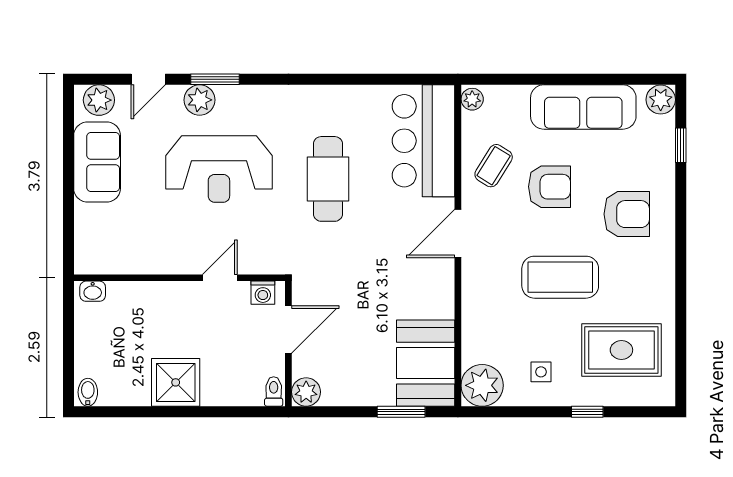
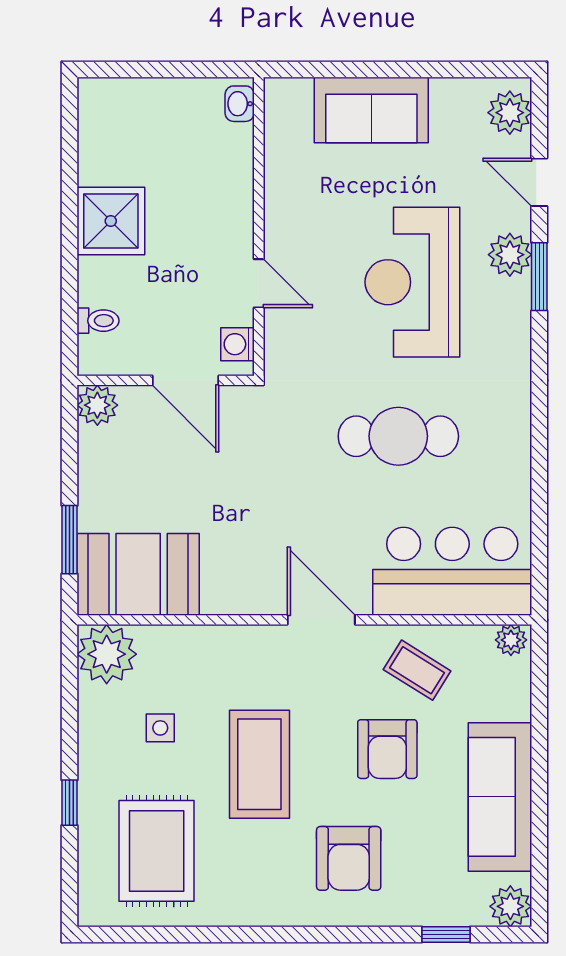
sofa: (97, 162) -> (371, 110), moved
side table: (541, 372) -> (160, 728), moved
toilet: (274, 391) -> (98, 321), moved
bidet: (88, 392) -> (97, 97), removed

